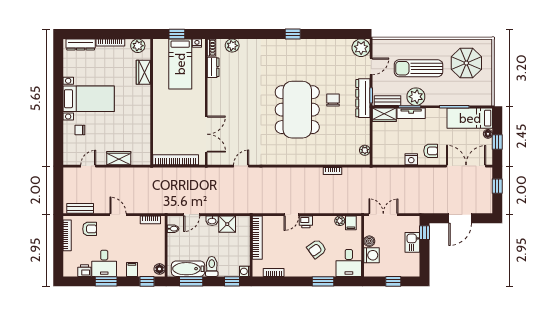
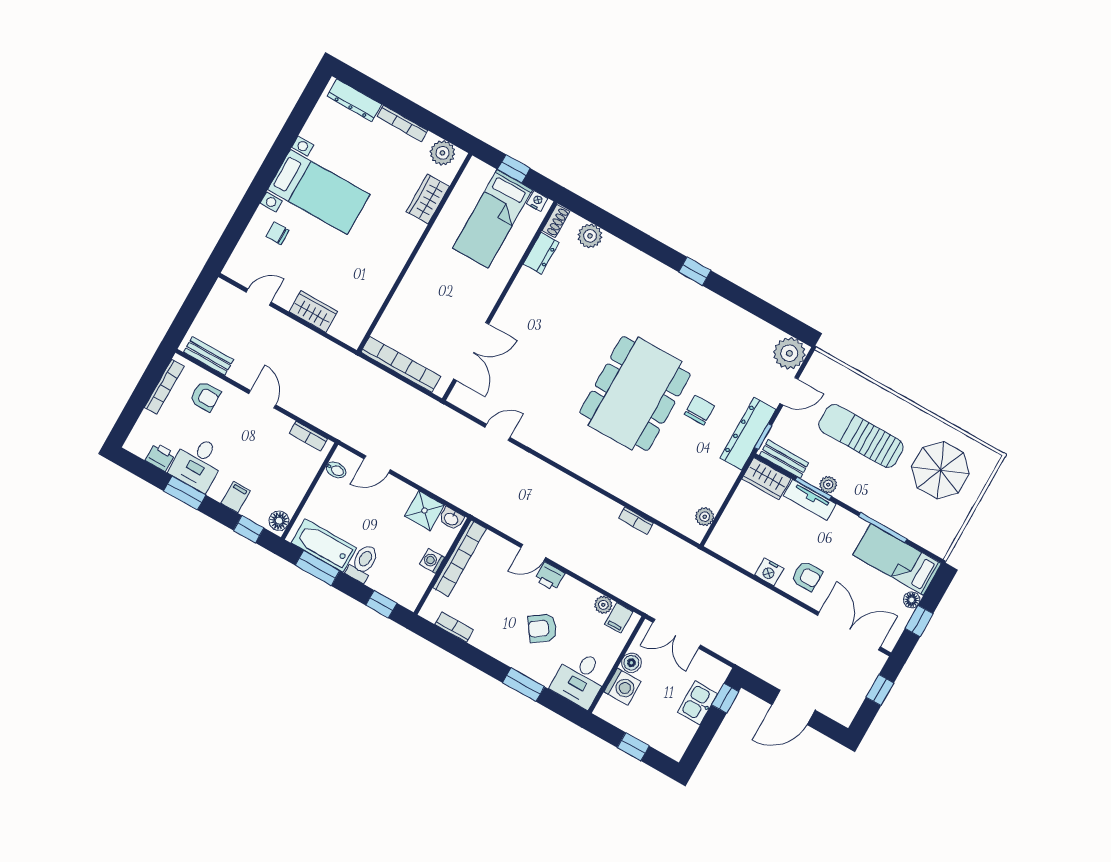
plant: (416, 97) -> (828, 485), width x0.53, depth x0.53
double door: (383, 215) -> (677, 634), swing flipped
washbasin: (212, 221) -> (451, 519), moved
washing machine: (245, 271) -> (432, 561), moved

